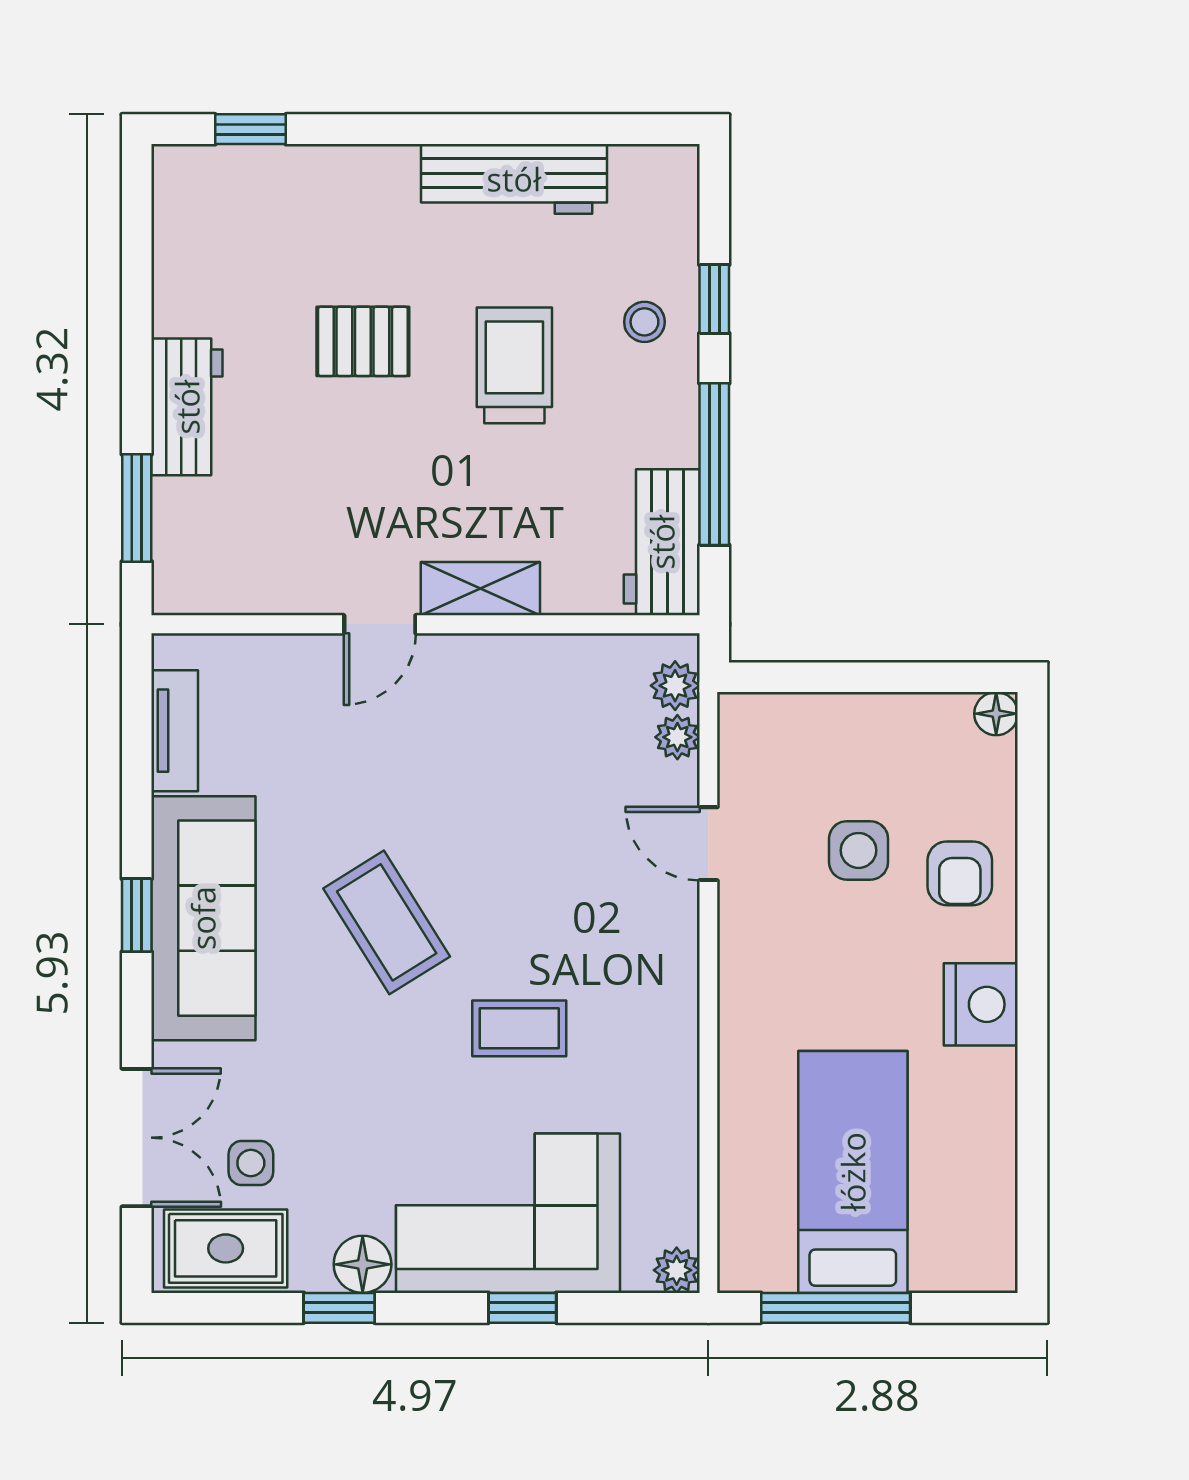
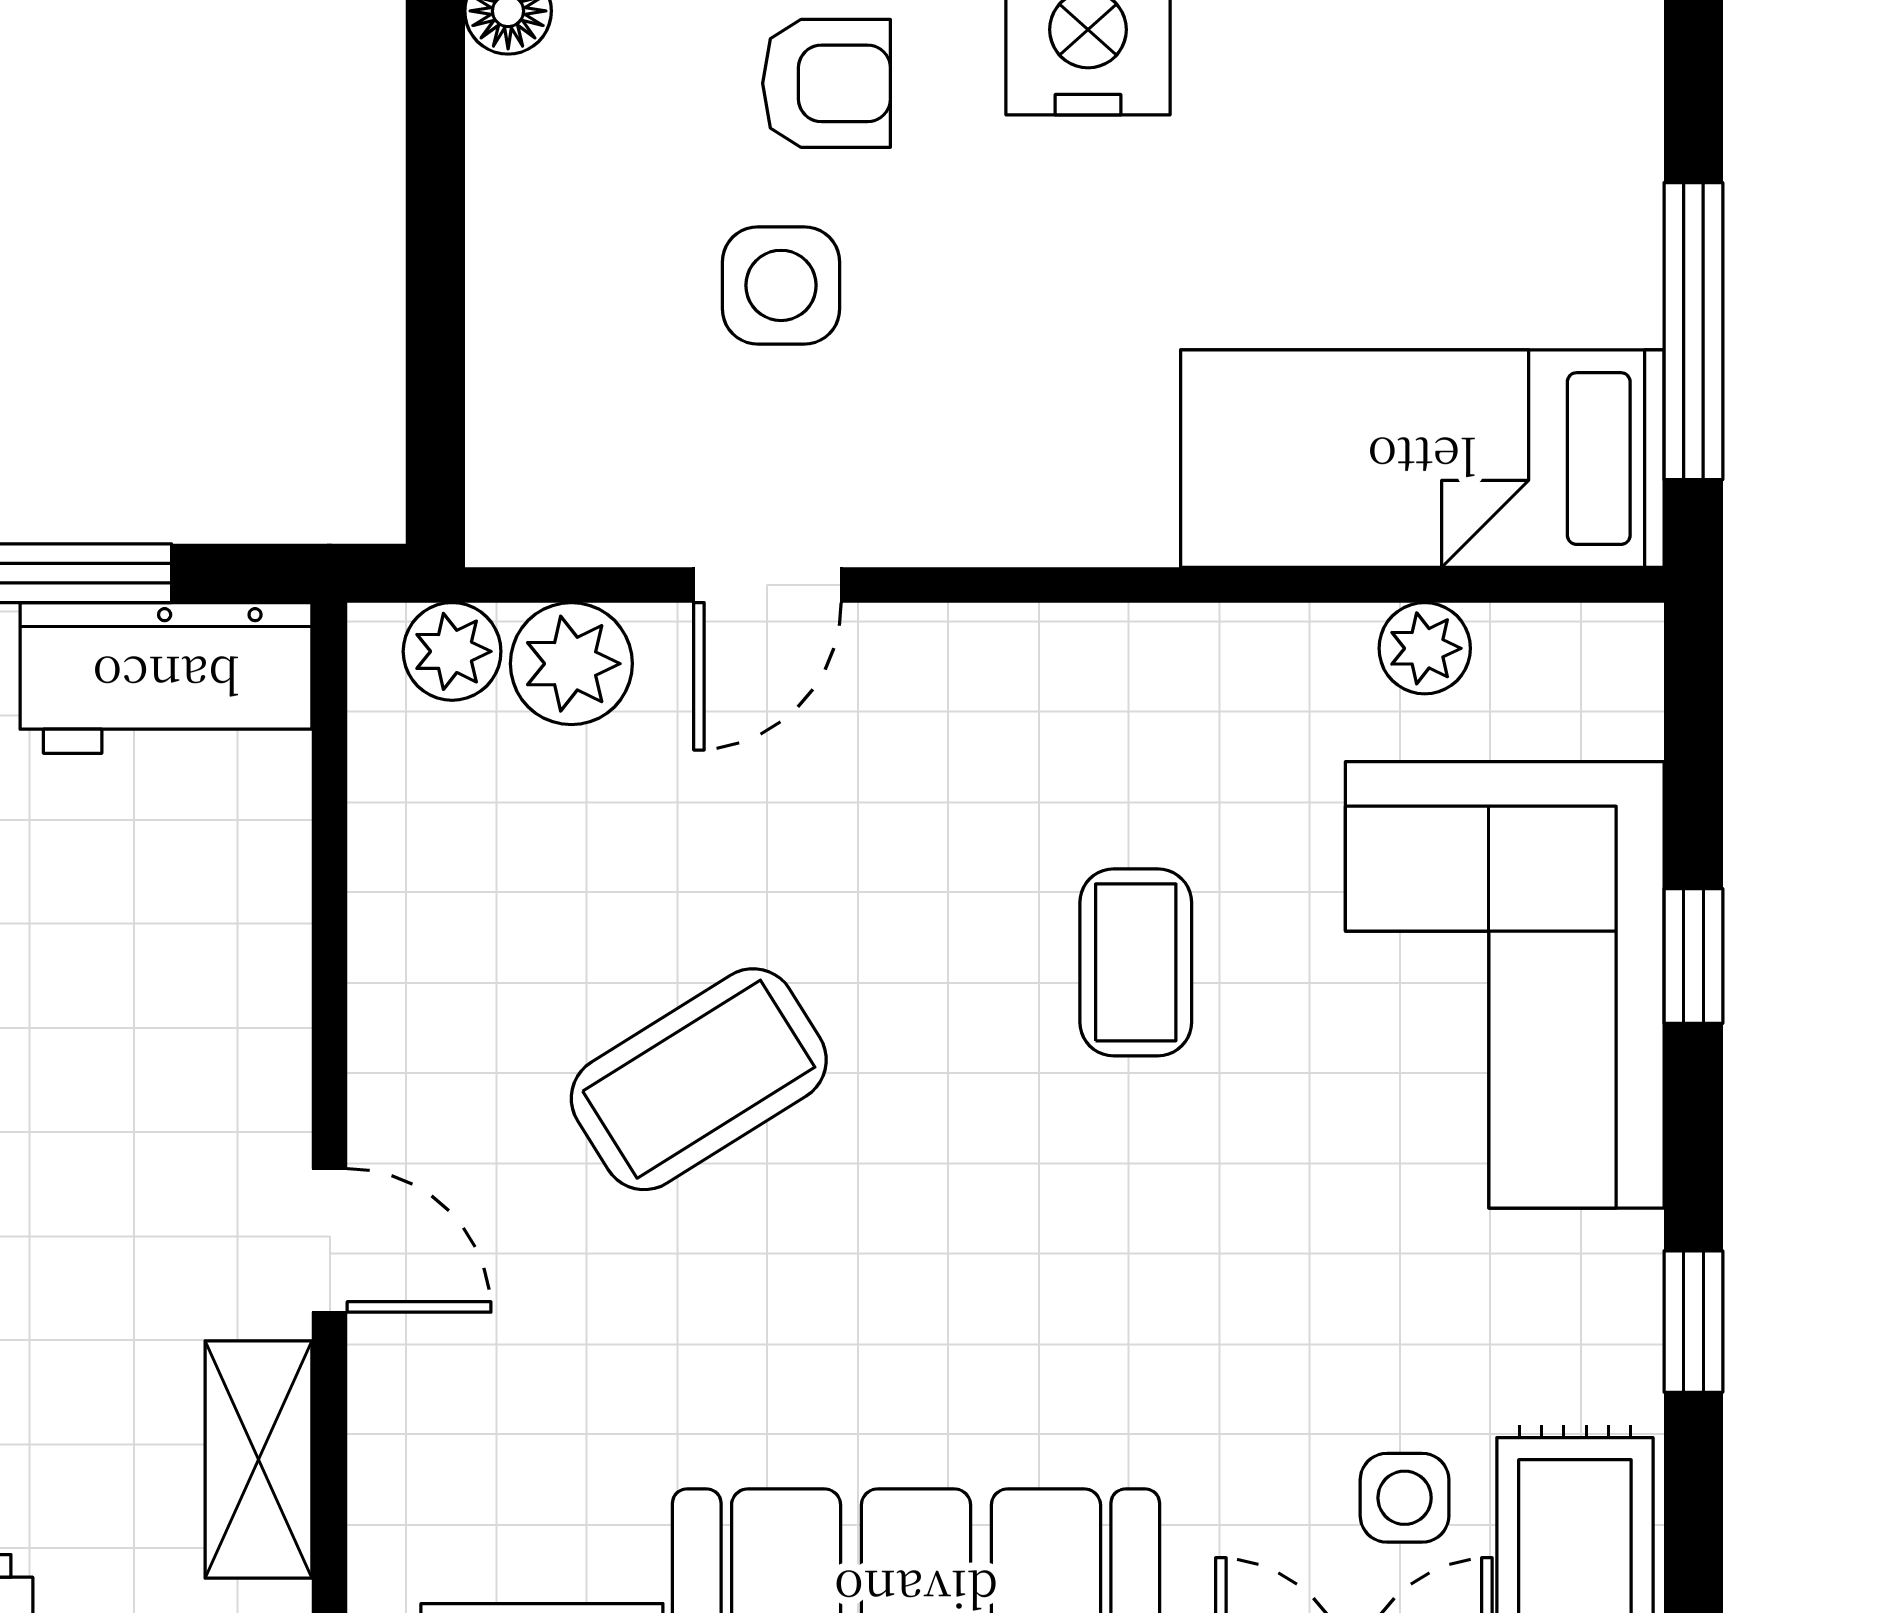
shelving: (480, 589) -> (259, 1459), moved
plant: (677, 737) -> (571, 664), width x1.38, depth x1.38
coffee table: (387, 922) -> (699, 1079), moved
bed: (853, 1172) -> (1422, 459), moved
floor lamp: (363, 1264) -> (1607, 1275), removed
plant: (677, 1270) -> (1425, 648), moved

